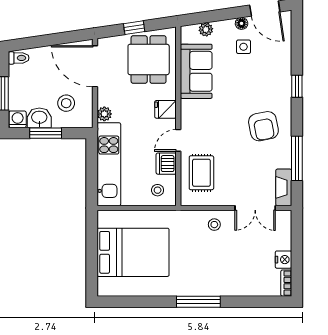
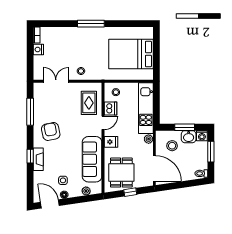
sofa: (196, 71) -> (92, 159), width x1.36
fireplace: (284, 187) -> (38, 159), moved

